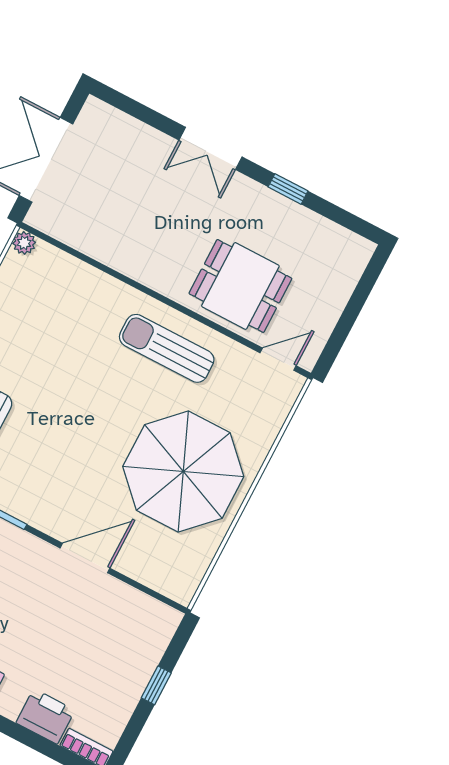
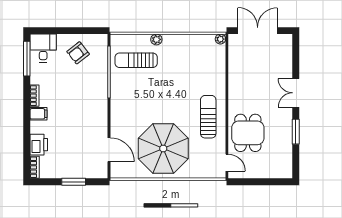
window: (288, 189) -> (296, 132), width x1.50
door: (85, 558) -> (109, 150), moved
window: (156, 685) -> (74, 182), width x1.50

